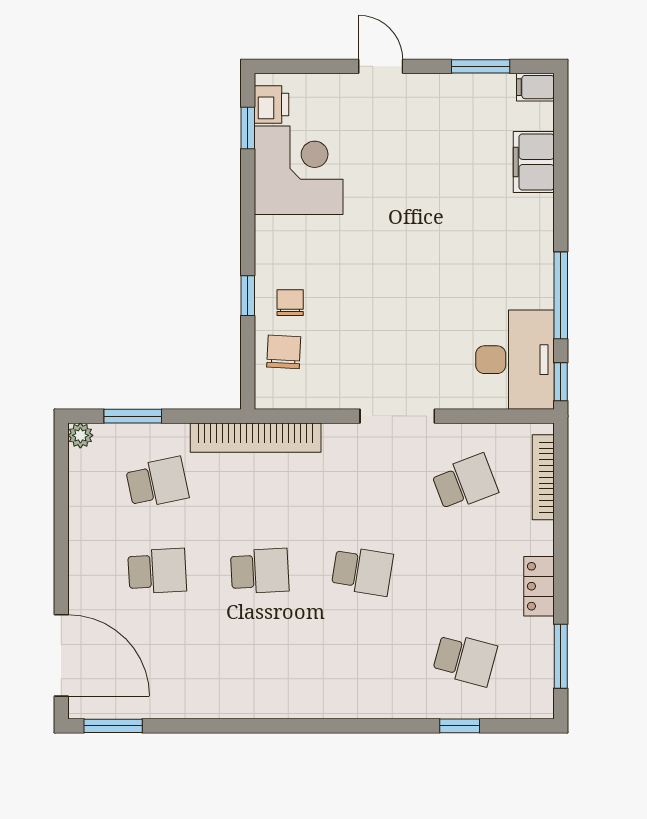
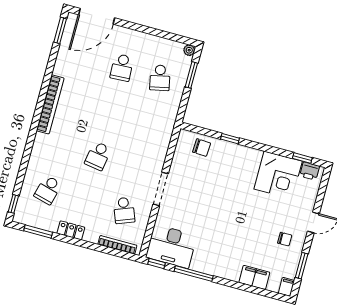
chair: (290, 303) -> (285, 239), moved
bookcase: (256, 438) -> (50, 104), moved, turned 180
school desk: (260, 571) -> (110, 112), removed
window: (460, 726) -> (13, 204), moved

